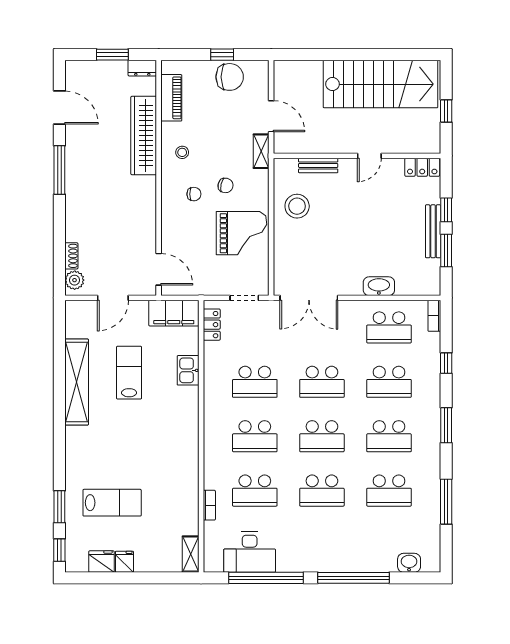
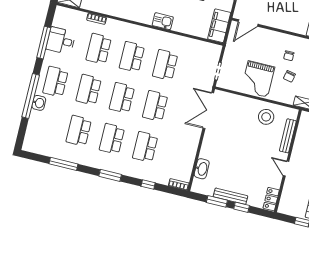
bench: (318, 165) -> (288, 136), width x1.36
washbasin: (379, 286) -> (202, 169), moved
locker: (212, 325) -> (206, 47), removed
school desk: (389, 327) -> (55, 82), moved
kitchen sink: (188, 370) -> (163, 21), moved
desk: (250, 552) -> (61, 41), width x0.73
washbasin: (409, 563) -> (39, 103), moved
window: (266, 578) -> (44, 43), width x0.68

